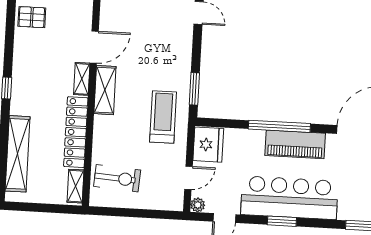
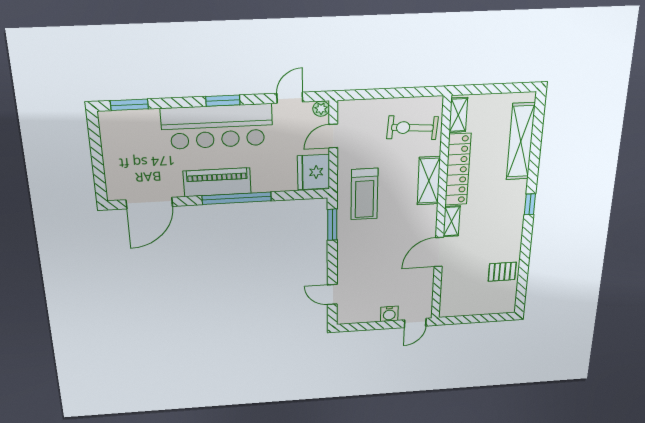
shelving: (105, 90) -> (429, 181), moved

